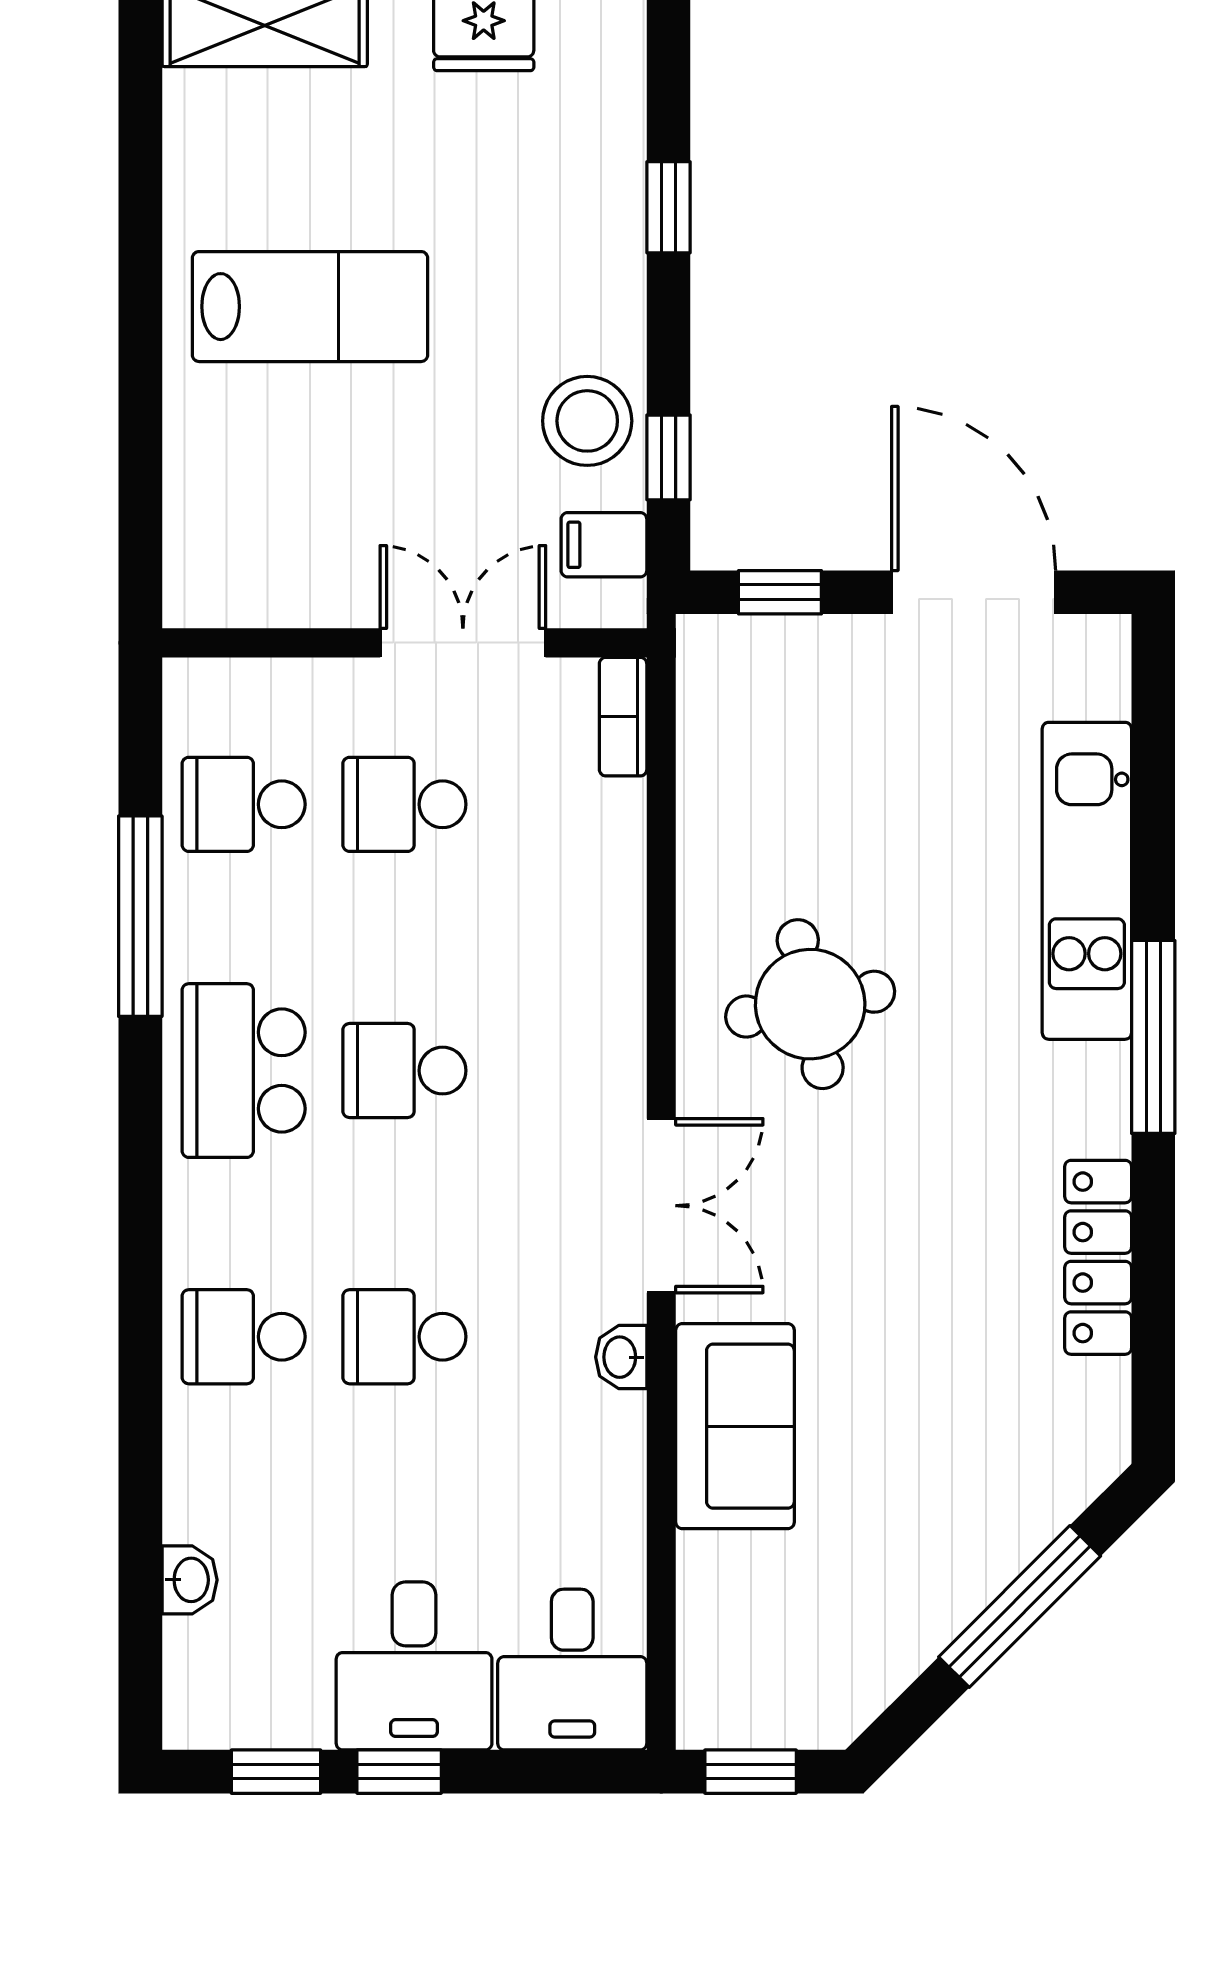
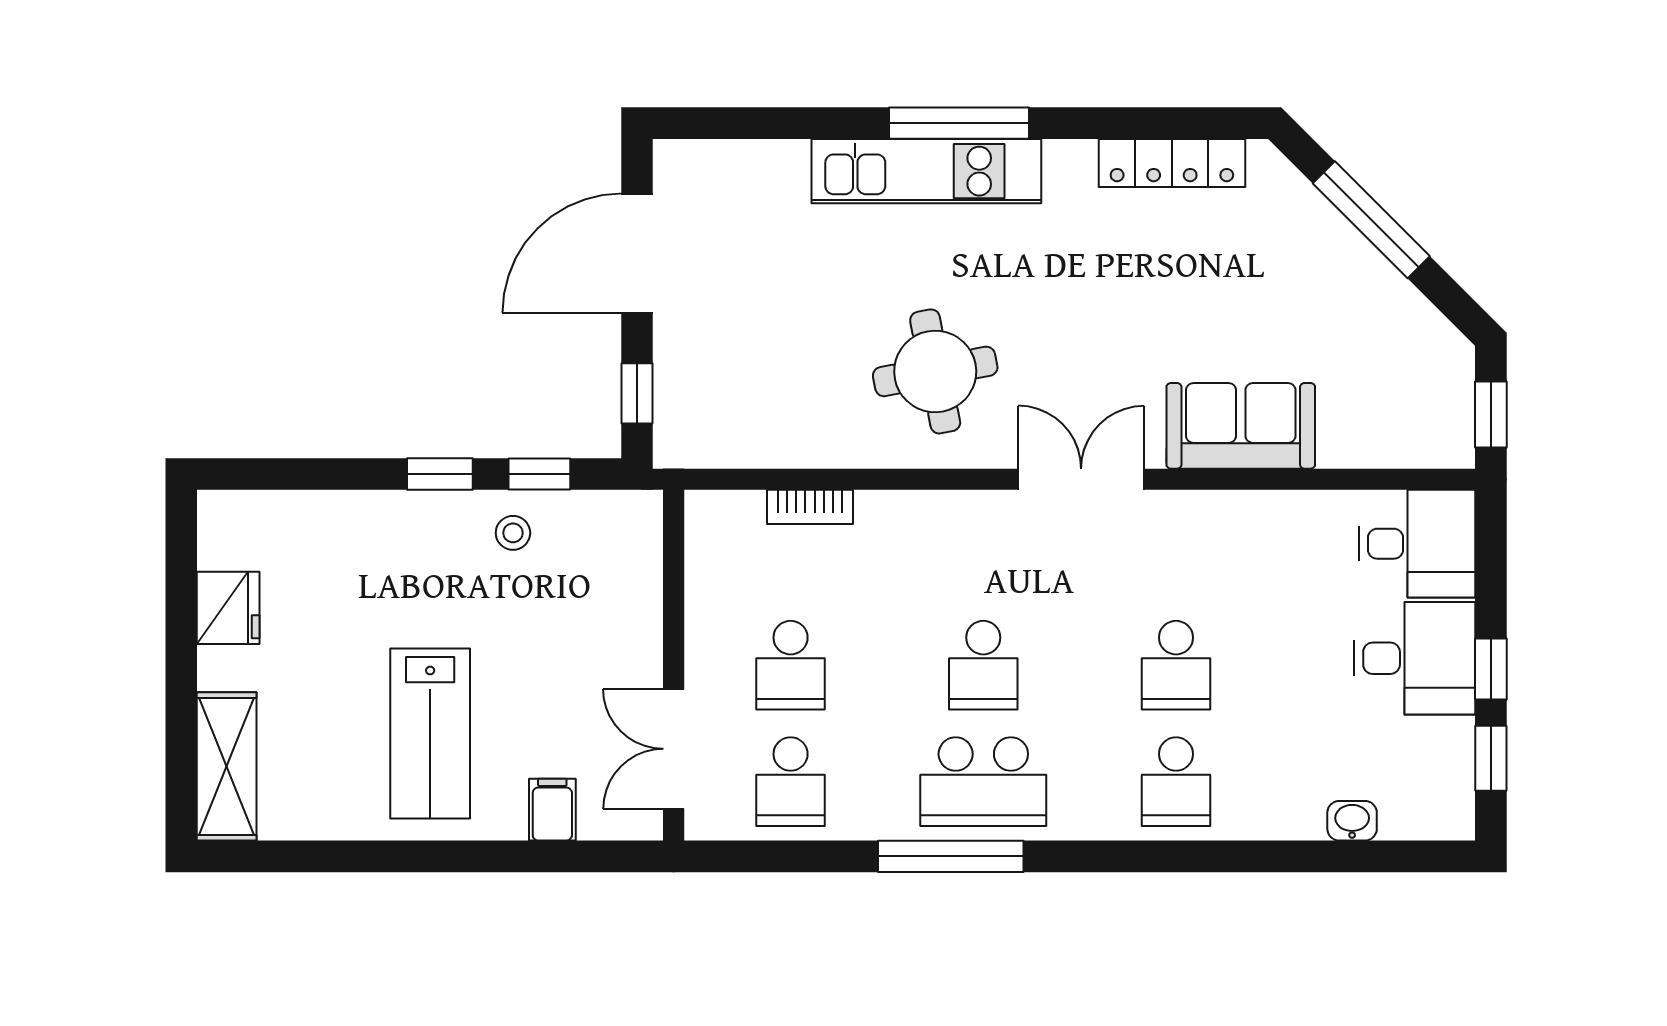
window: (668, 207) -> (440, 474), moved
lab bench: (310, 307) -> (430, 734), turned 180
stool: (587, 421) -> (513, 533), width x0.53, depth x0.53
filing cabinet: (604, 545) -> (552, 810), moved, turned 180
double door: (463, 643) -> (674, 749), moved
bookcase: (623, 717) -> (810, 507), moved
kitchen unit: (1087, 881) -> (926, 171), moved
window: (140, 916) -> (951, 856), moved
locker: (1098, 1257) -> (1172, 163), moved
washbasin: (621, 1357) -> (1191, 508), removed

